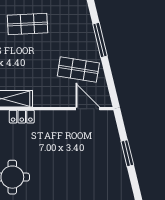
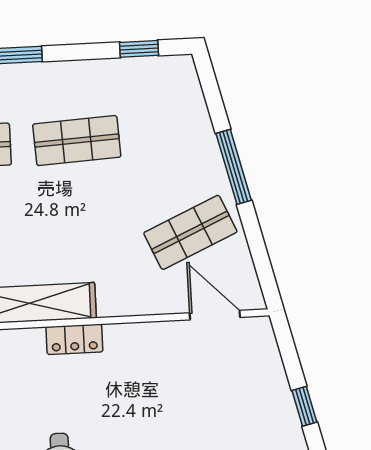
shop shelf: (78, 69) -> (190, 232), turned -33
window: (127, 153) -> (304, 406), width x0.67

